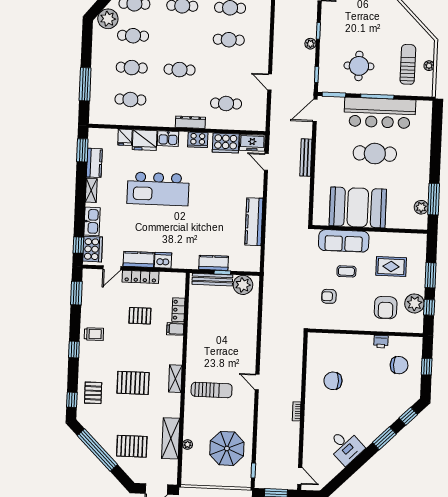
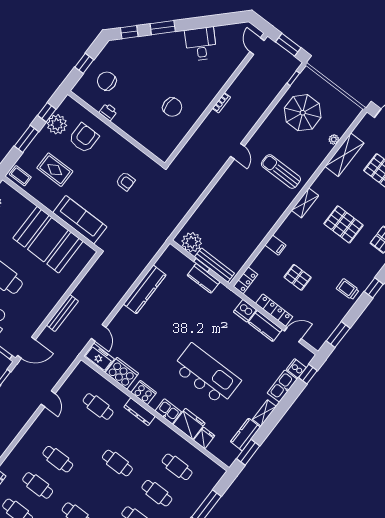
cooker: (93, 249) -> (296, 368), width x0.53, depth x0.76
coffee table: (346, 271) -> (20, 176), moved
locker: (178, 310) -> (245, 280), moved

